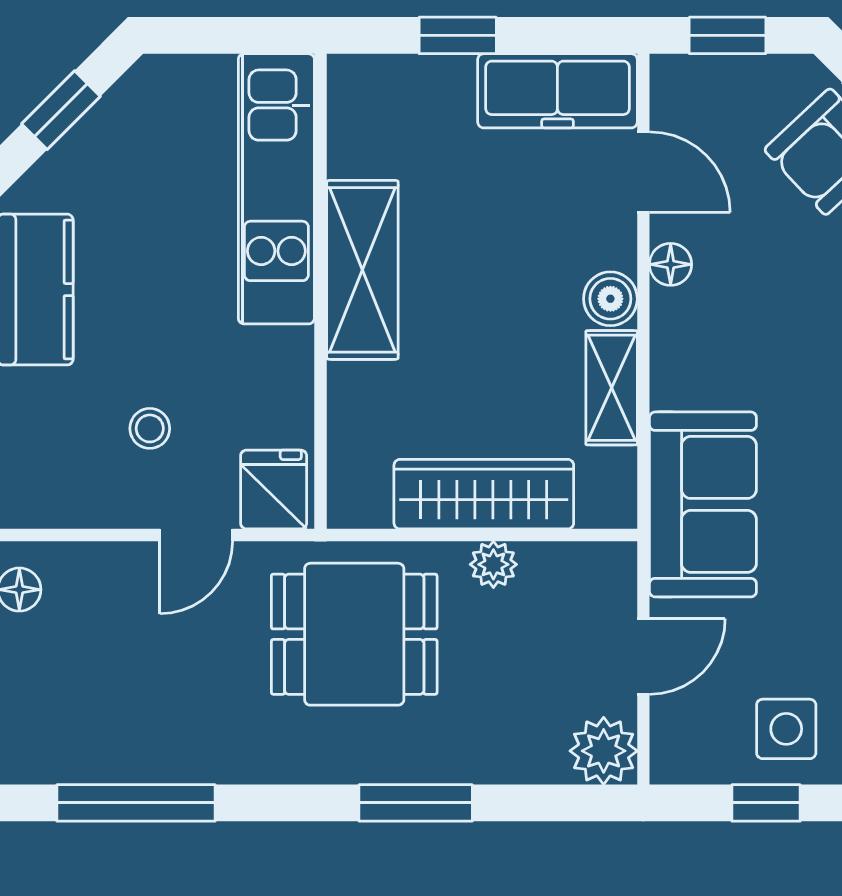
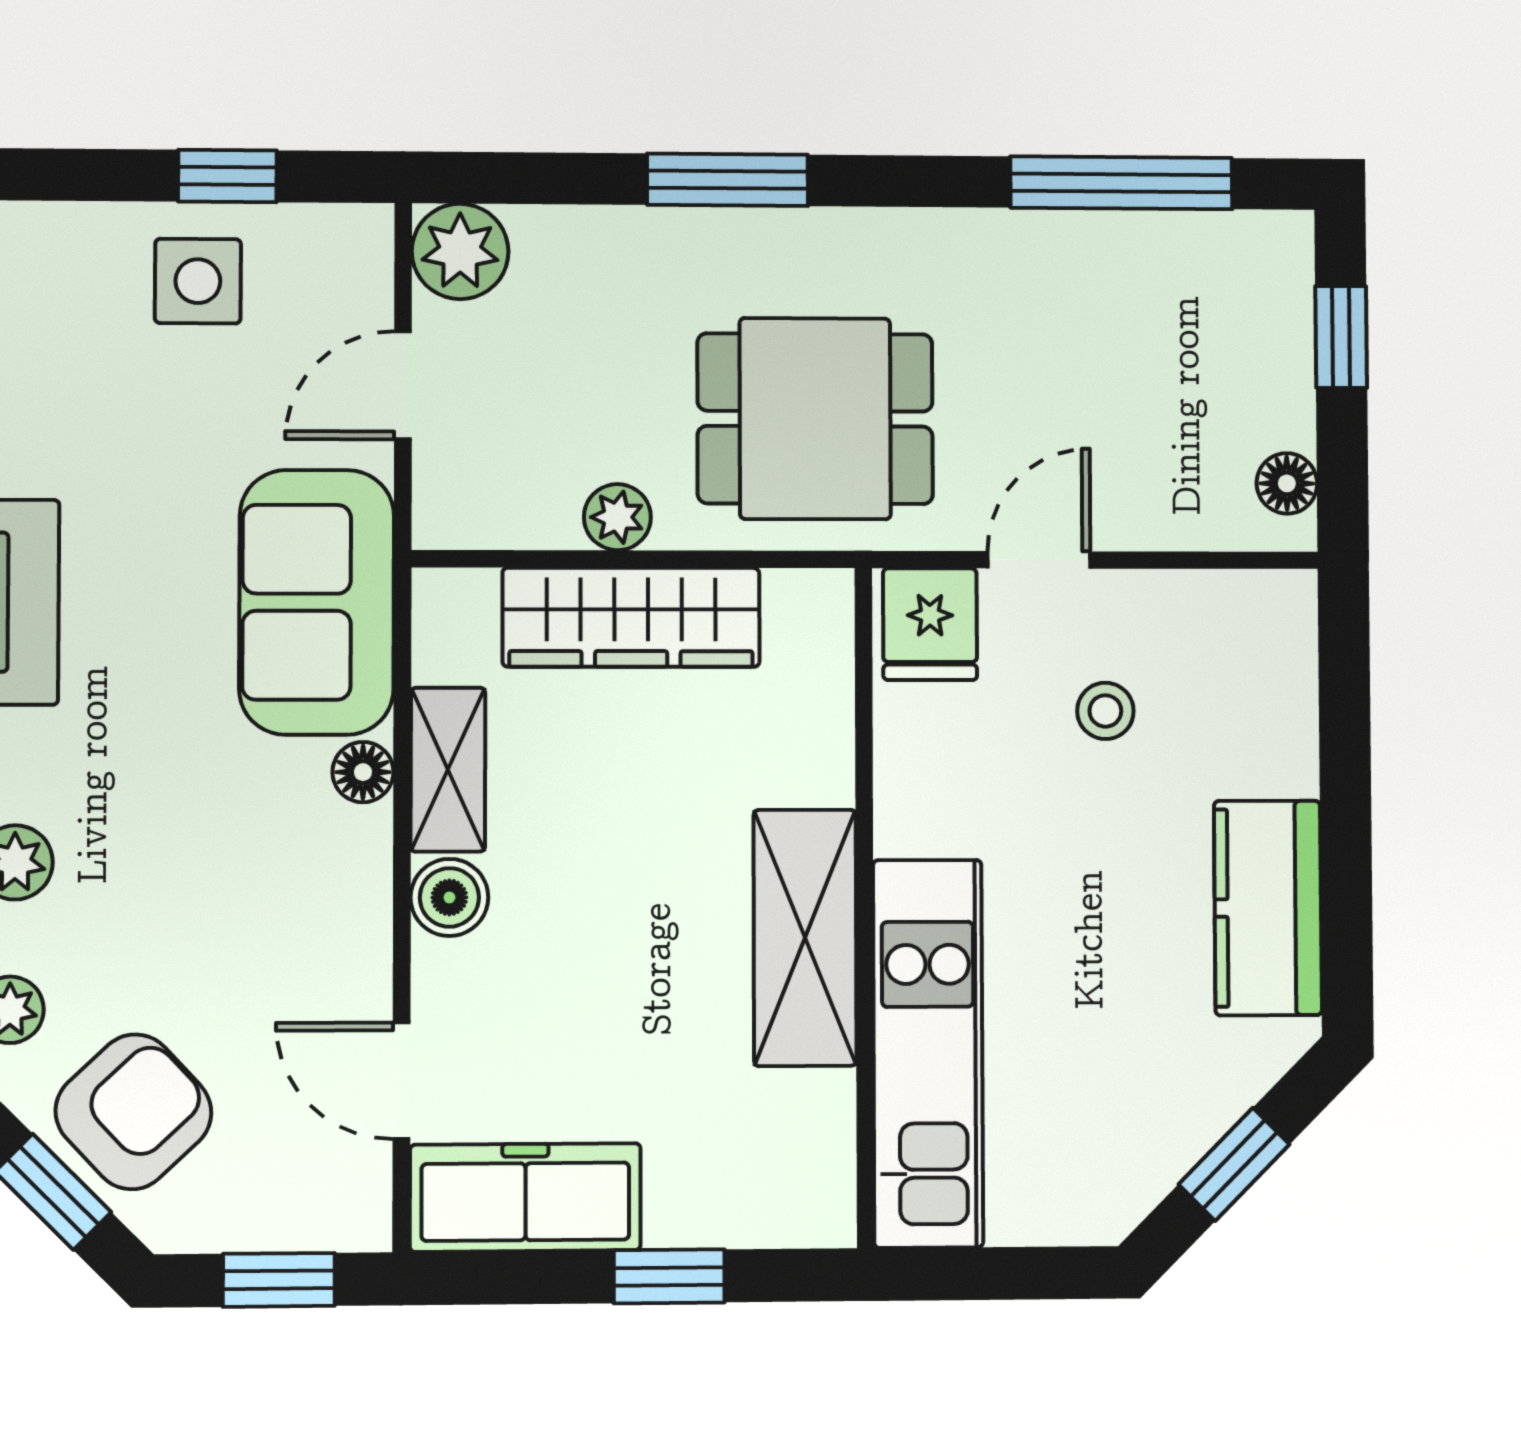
floor lamp: (671, 264) -> (363, 772), moved

